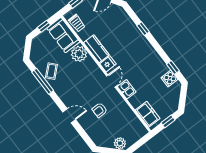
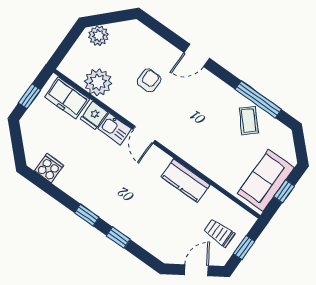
trolley: (77, 23) -> (219, 233), moved
sofa: (63, 35) -> (266, 181), moved, turned -90
plant: (79, 54) -> (98, 82), moved
fridge: (108, 64) -> (94, 115), moved
window: (173, 67) -> (87, 215), moved

